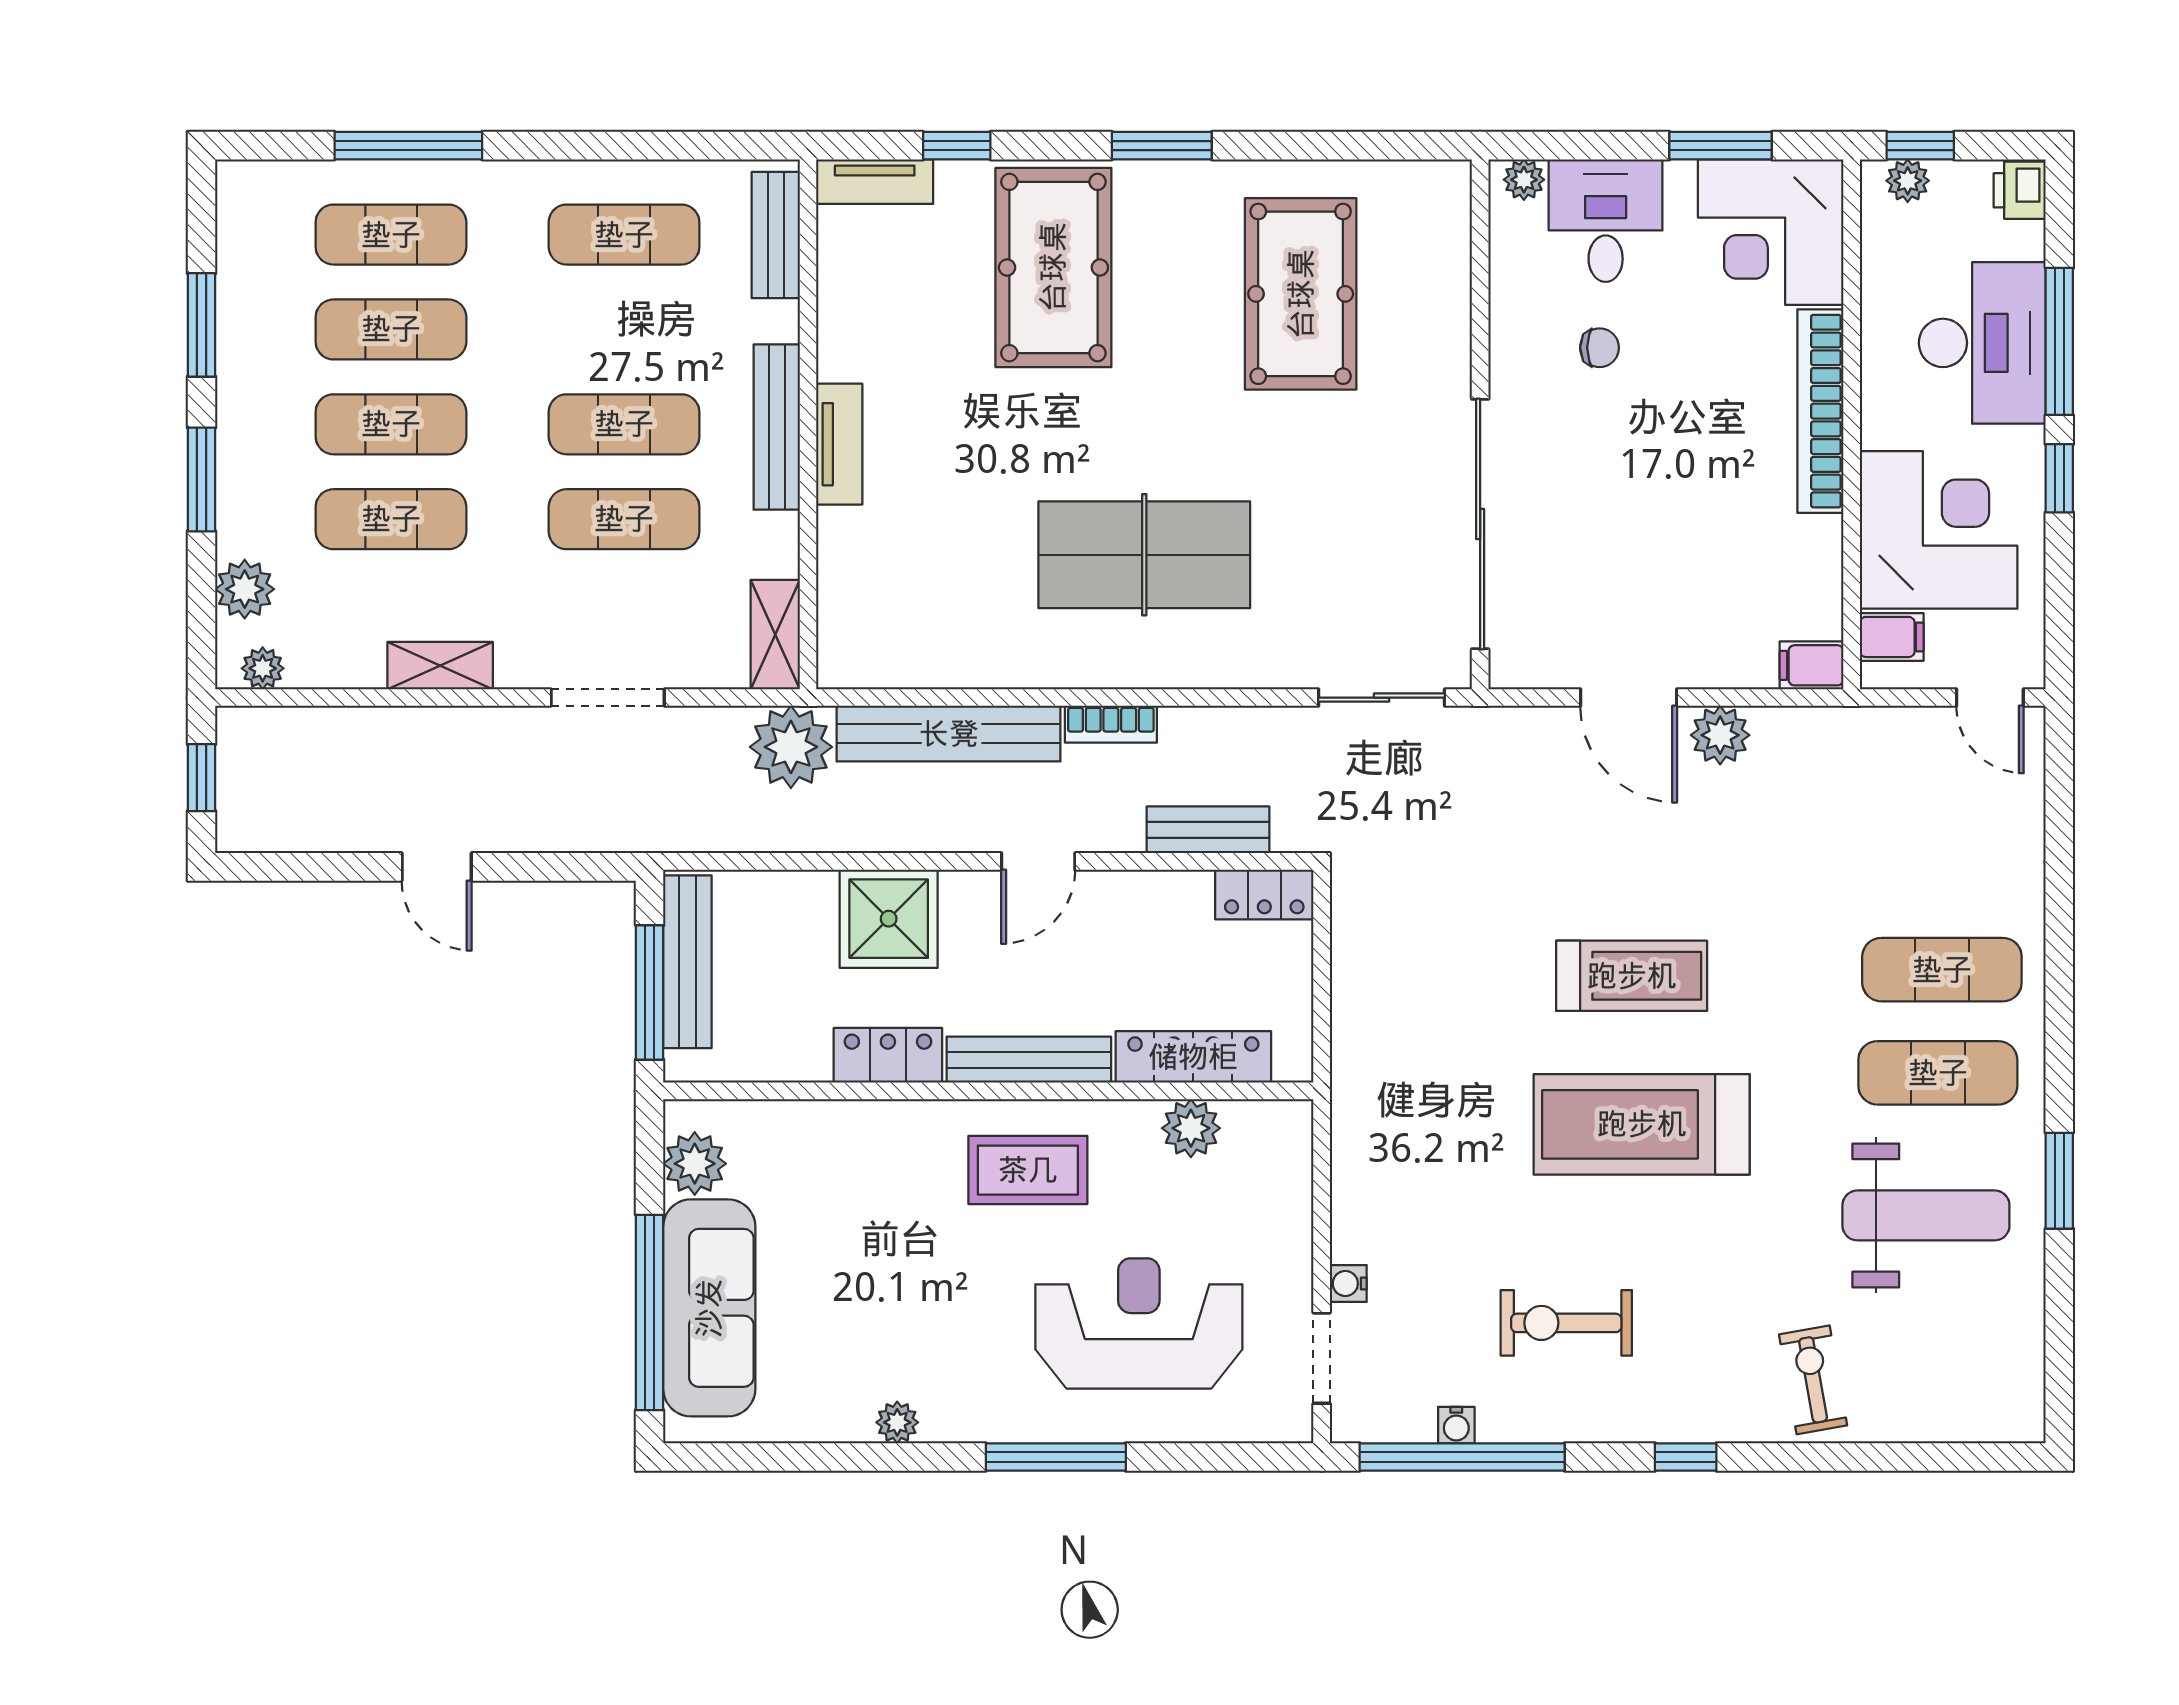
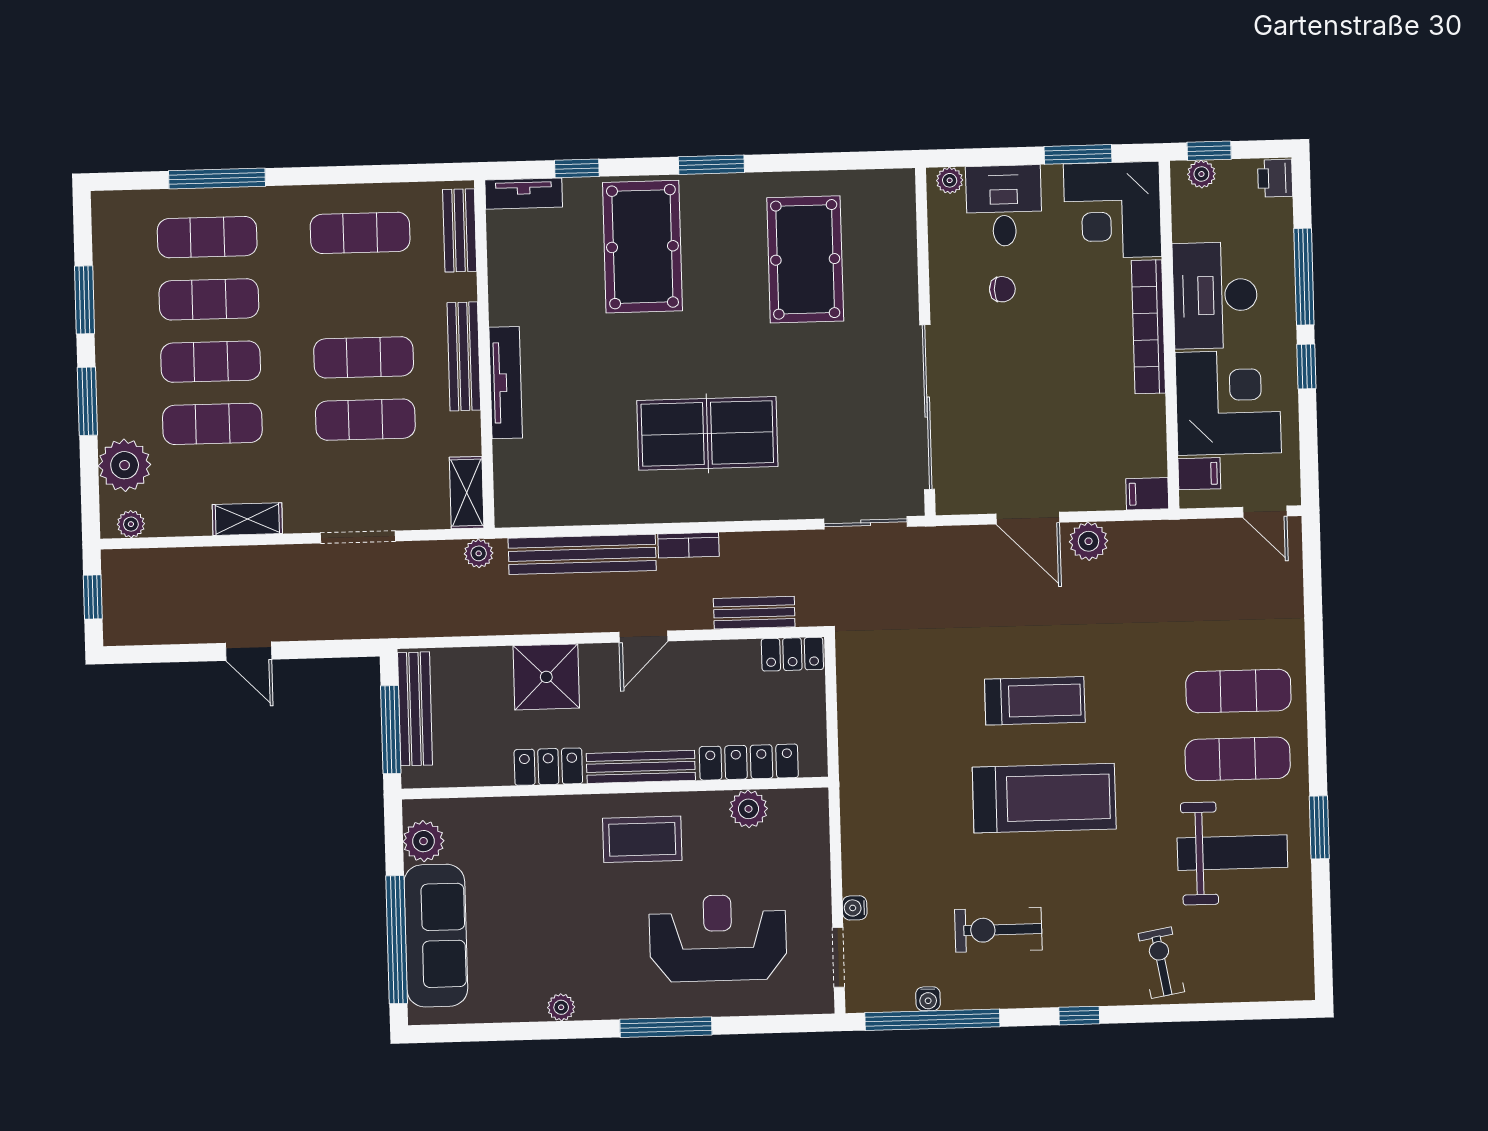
desk: (1982, 343) -> (1215, 295), moved, turned 180
tv unit: (839, 444) -> (506, 383), width x1.41
plant: (245, 589) -> (125, 465), width x1.36, depth x1.36
plant: (791, 747) -> (479, 553), width x0.53, depth x0.53
treadmill: (1642, 1124) -> (1044, 798), turned 180

